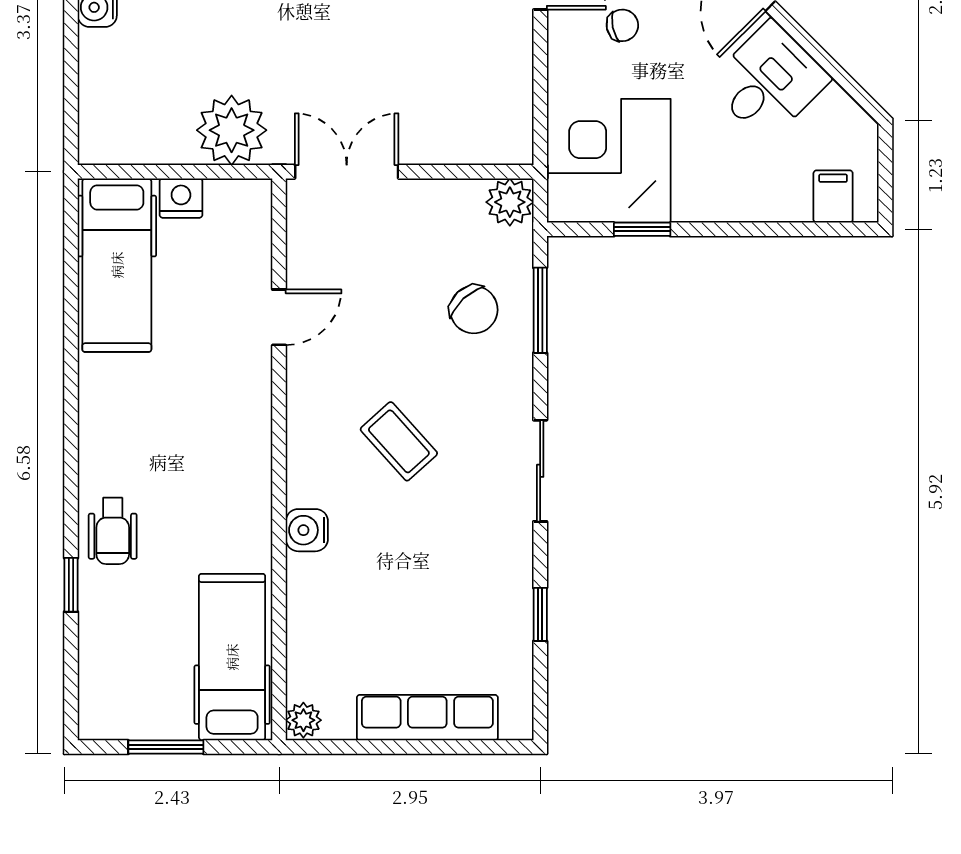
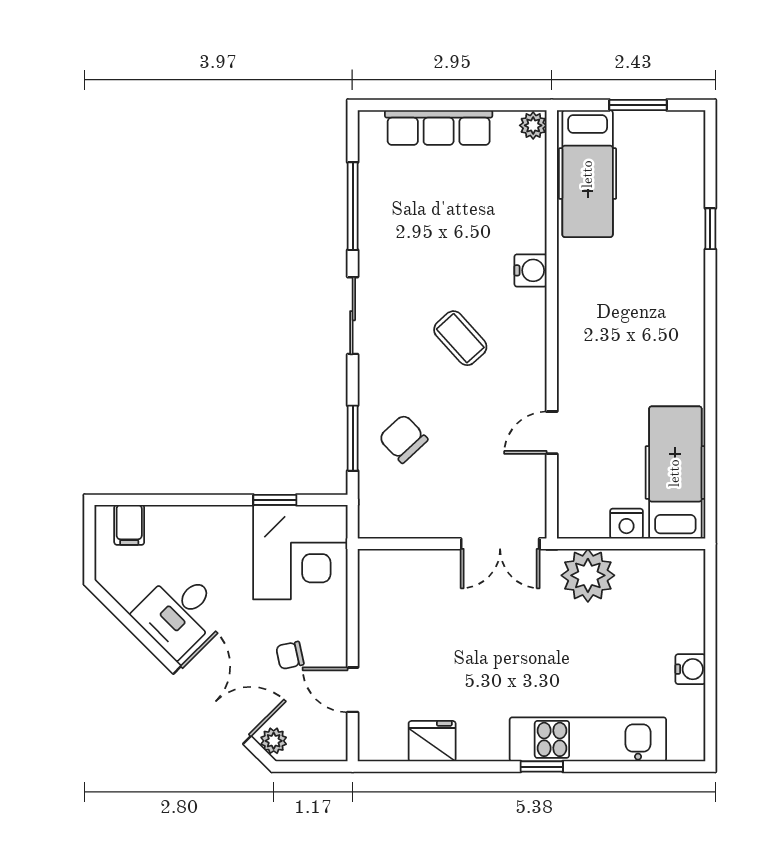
plant: (510, 202) -> (376, 521), removed
wheelchair: (113, 531) -> (679, 270), removed
window: (540, 614) -> (353, 206), width x2.17

